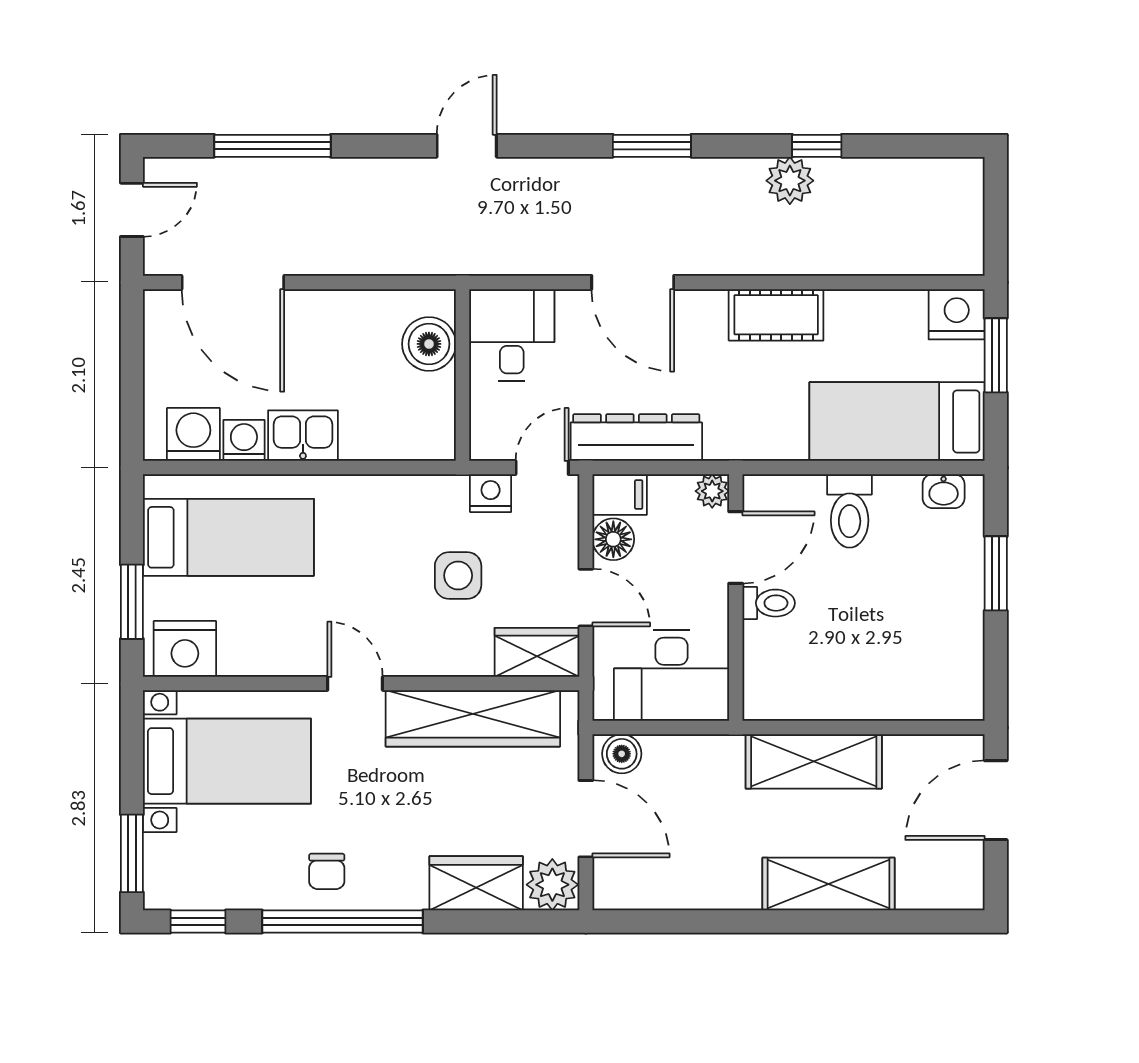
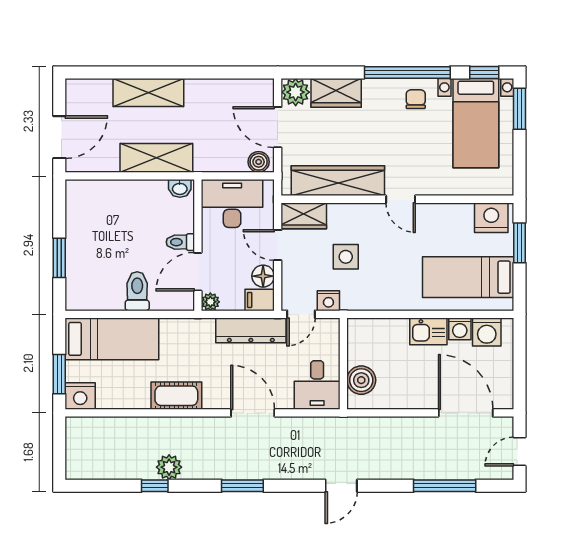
washbasin: (944, 491) -> (180, 188), moved, turned 180
bed with nightstands: (227, 761) -> (476, 123), moved, turned -90

